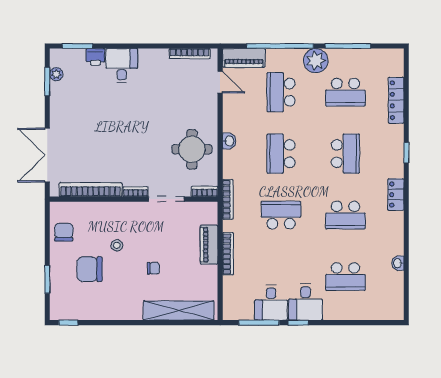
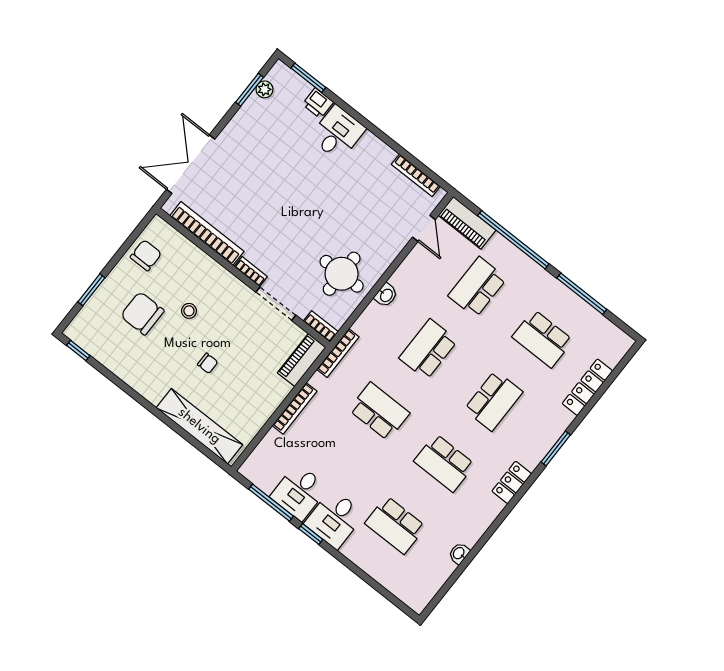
plant: (316, 61) -> (538, 283), removed
window: (406, 153) -> (556, 448), width x1.50
piano: (209, 245) -> (302, 360), moved

